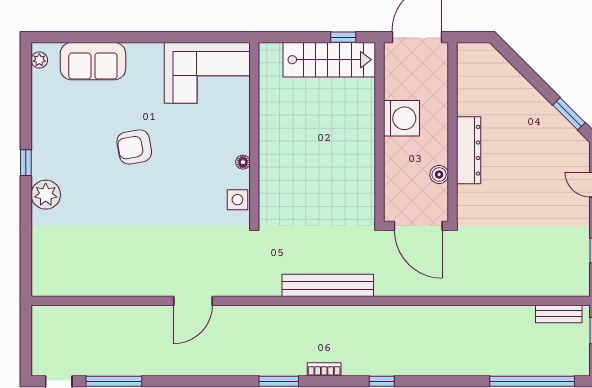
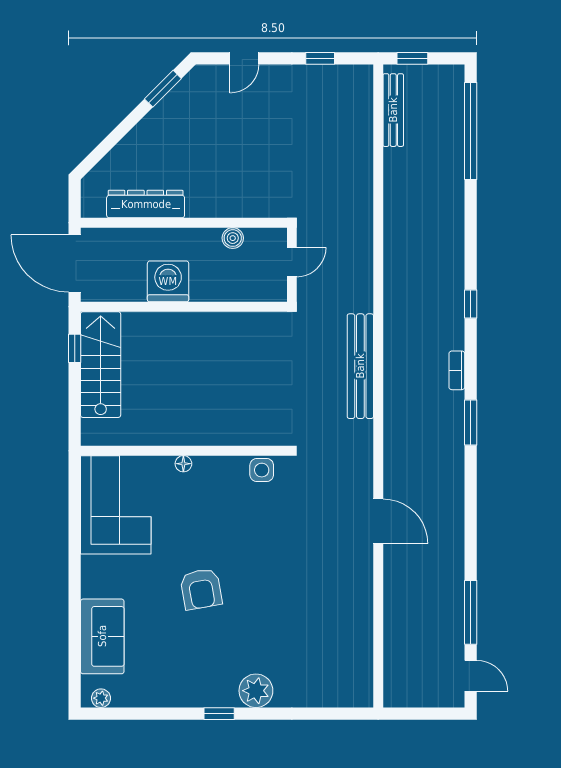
dresser: (469, 150) -> (146, 204), moved
floor lamp: (243, 162) -> (183, 464), moved
door: (418, 226) -> (292, 262), width x0.53
bench: (559, 314) -> (393, 110), width x1.36

